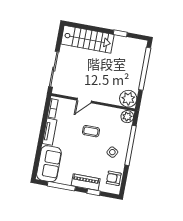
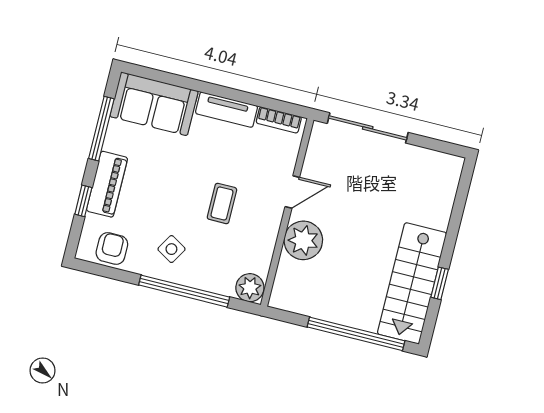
stairs: (87, 39) -> (412, 283), moved
plant: (128, 99) -> (303, 240), moved
door: (84, 101) -> (292, 192), swing flipped

